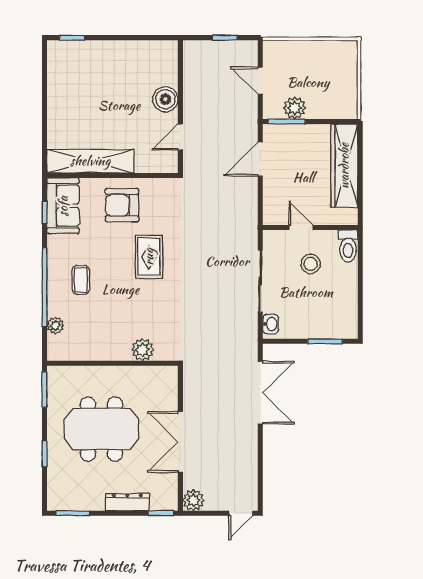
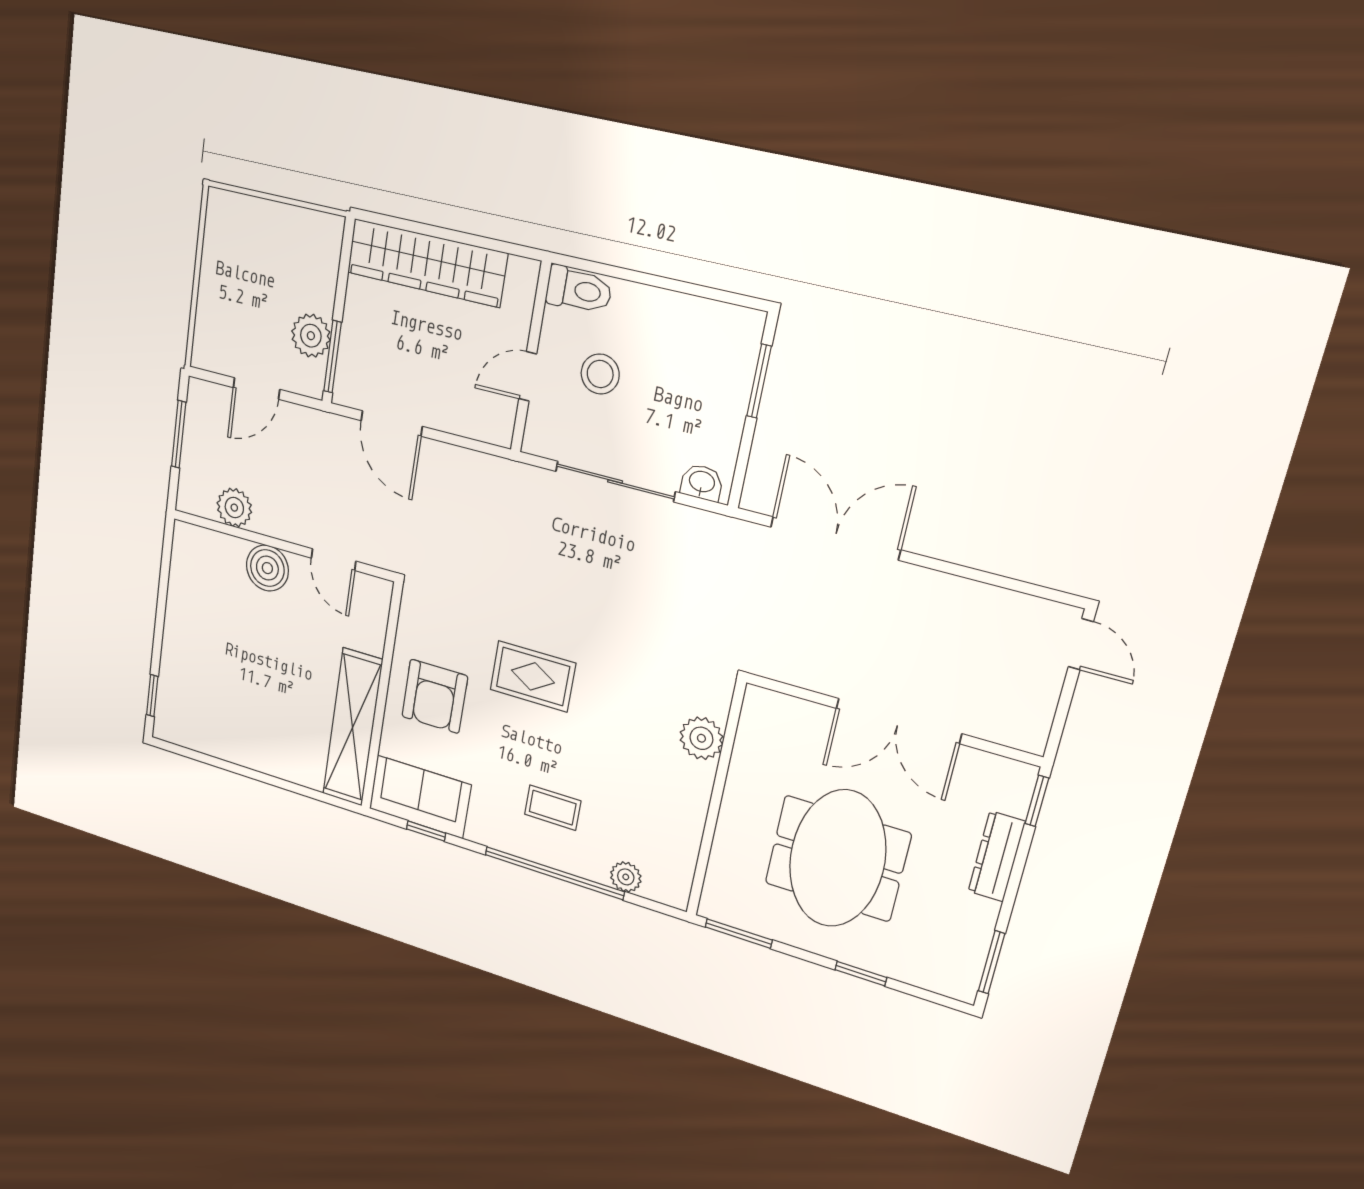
window: (225, 38) -> (179, 434), width x1.50
plant: (193, 500) -> (234, 508), moved

